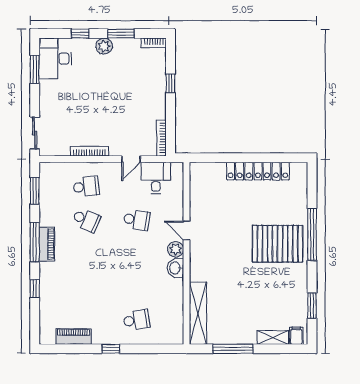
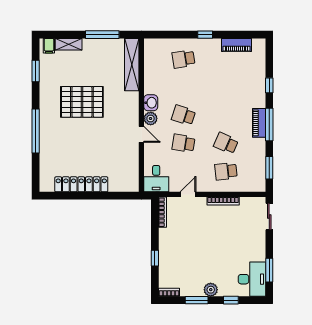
desk: (156, 178) -> (156, 179), moved
pallet: (278, 244) -> (82, 102), moved
school desk: (136, 253) -> (183, 115), added

